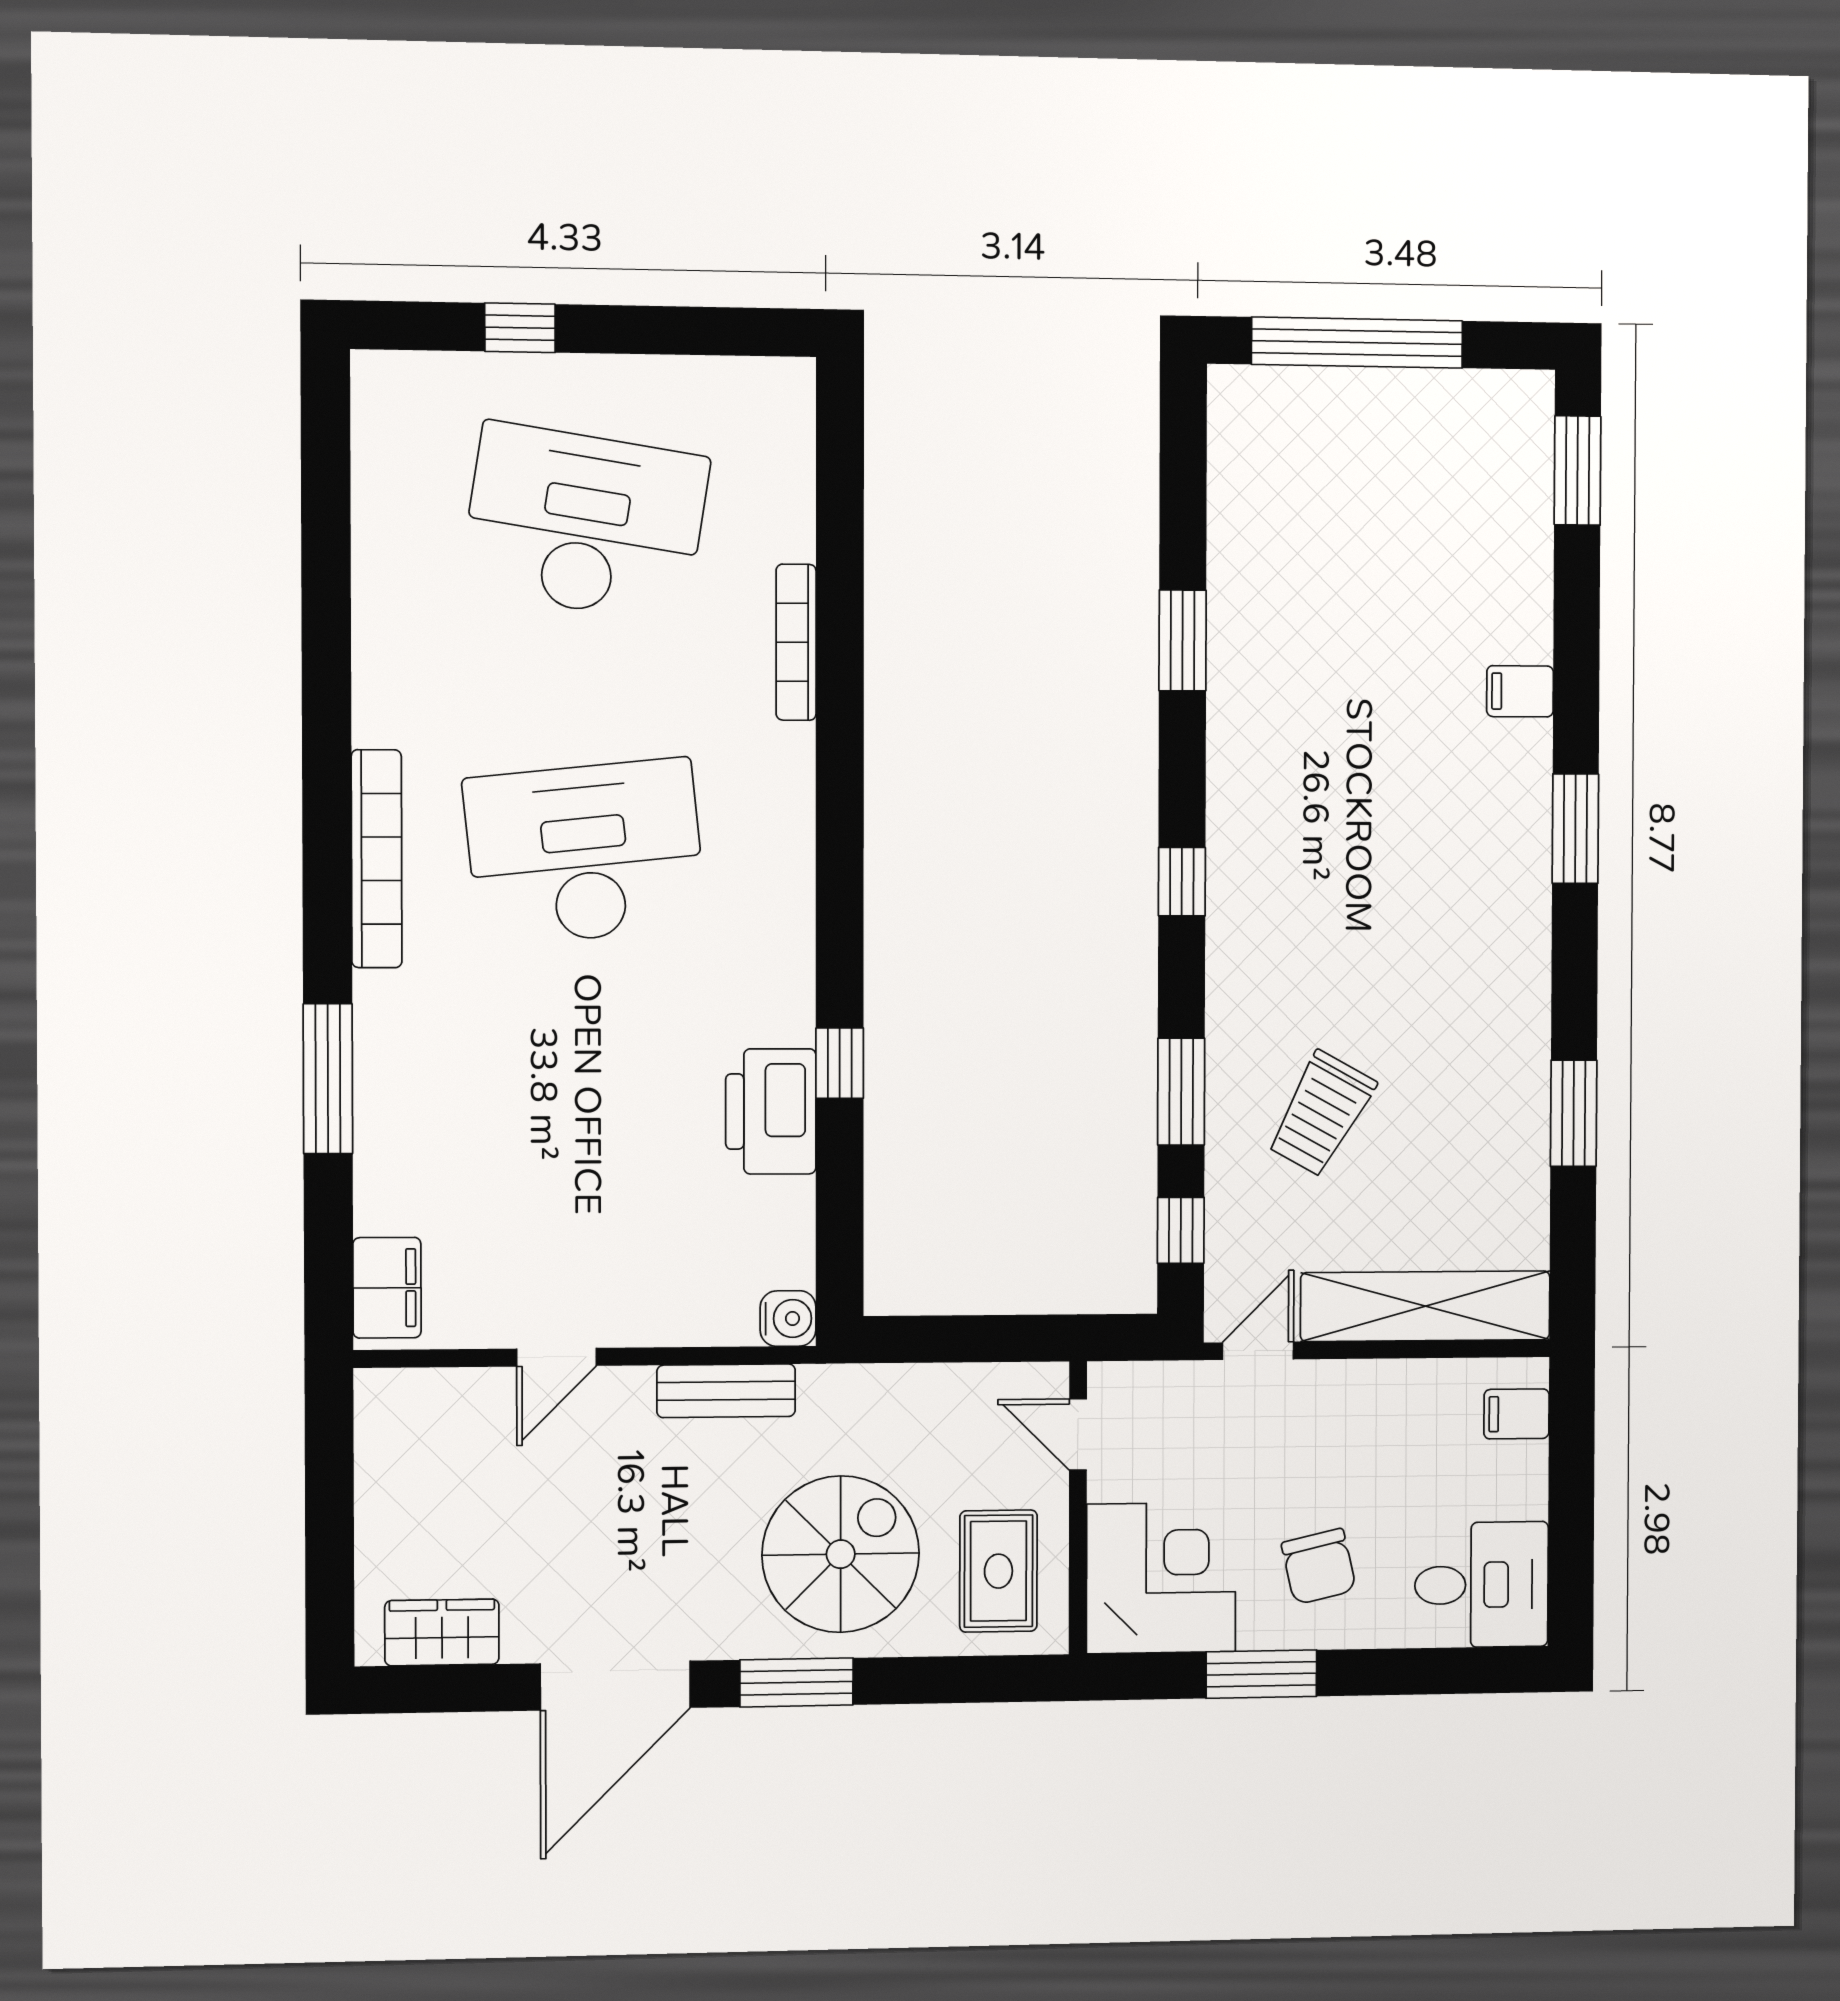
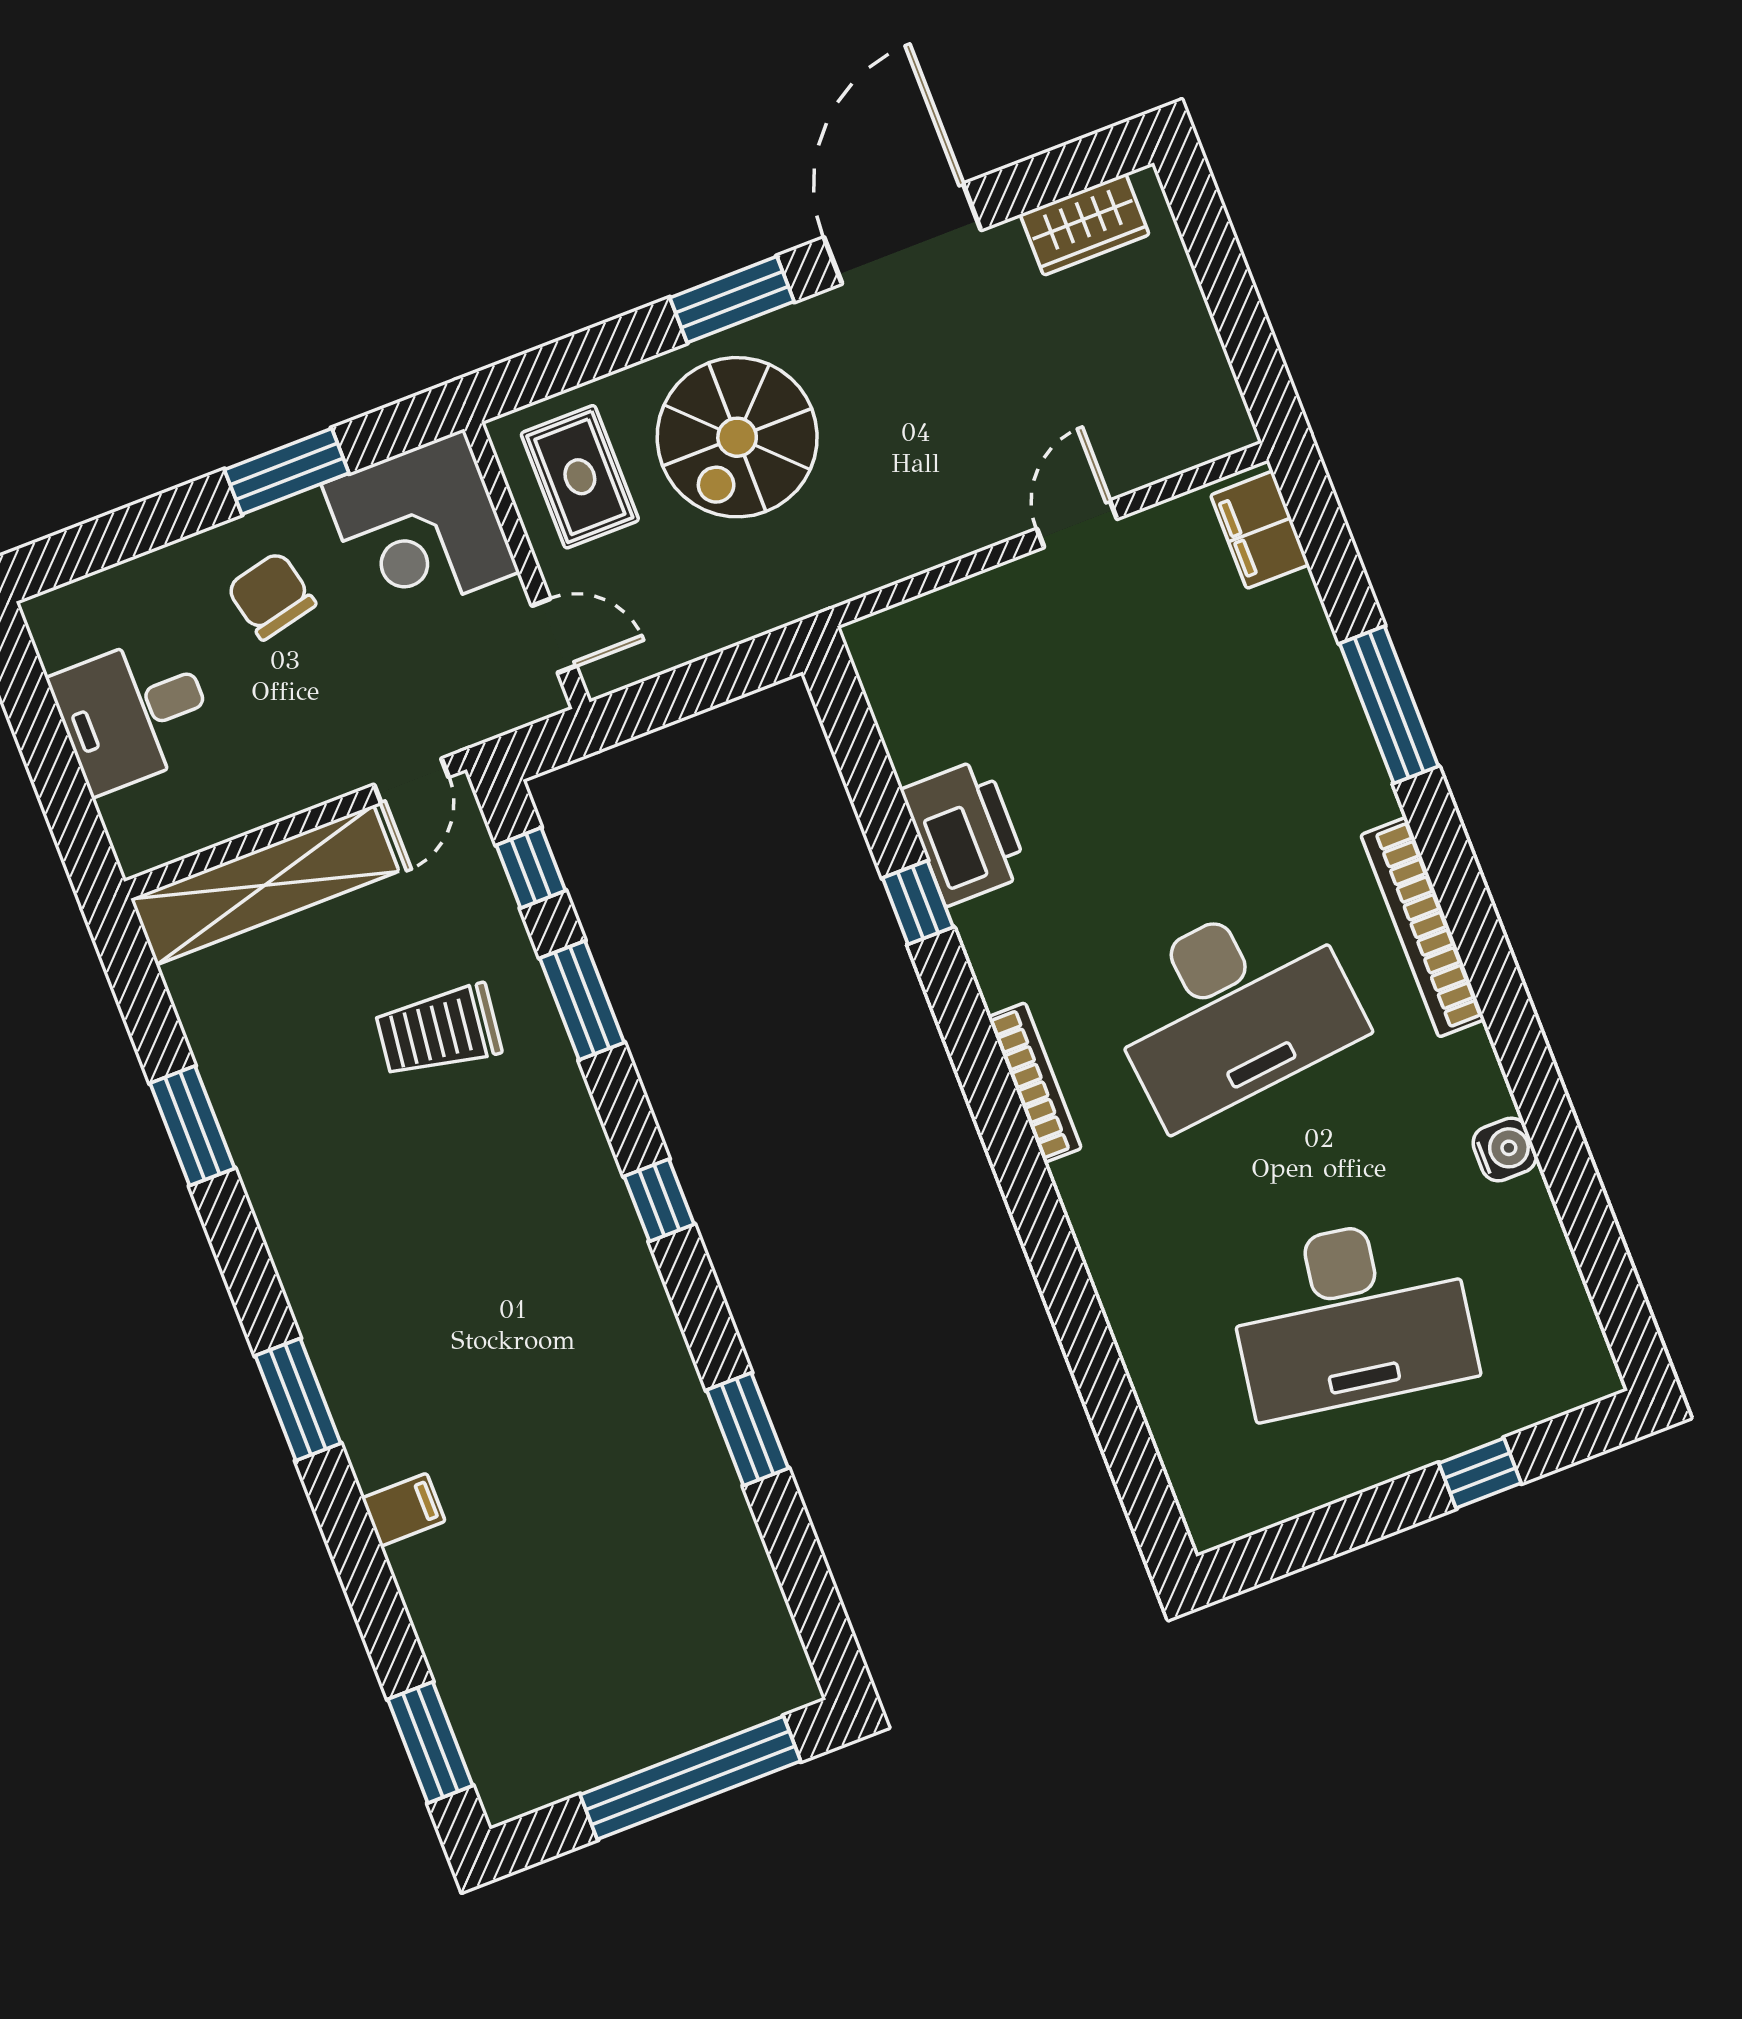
bookcase: (796, 642) -> (1035, 1083), moved
trolley: (1321, 1114) -> (439, 1031), turned -112
water cooler: (788, 1319) -> (1505, 1149), moved, turned 180
bench: (726, 1391) -> (905, 552), removed
filing cabinet: (1517, 1414) -> (135, 815), removed
desk: (1482, 1585) -> (134, 713), moved

